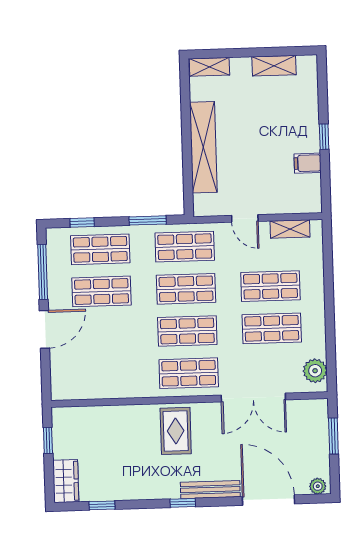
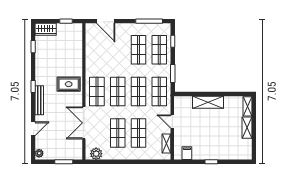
shelving: (274, 66) -> (247, 128), moved
shelving: (203, 147) -> (208, 102), width x0.68
filing cabinet: (308, 163) -> (187, 153), moved
door: (245, 218) -> (172, 121), hinge flipped
door: (44, 329) -> (106, 21), moved
door: (268, 500) -> (33, 129), width x0.53

